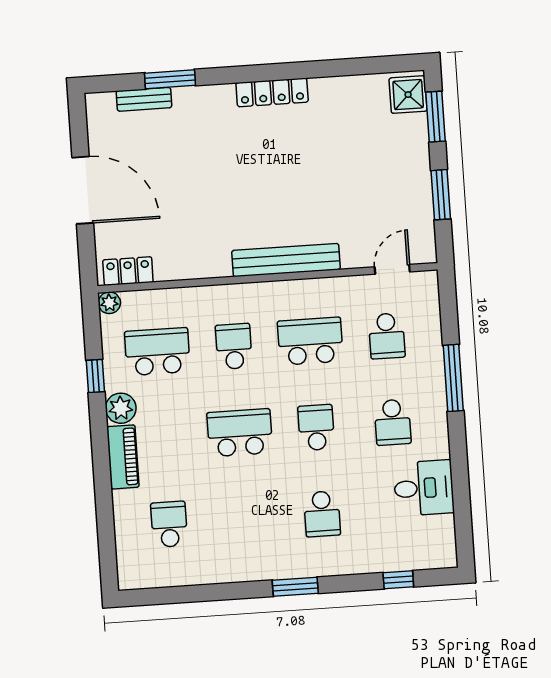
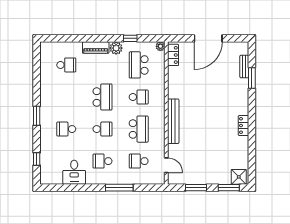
locker: (272, 92) -> (244, 125), width x0.66
school desk: (157, 352) -> (139, 65), turned 180

